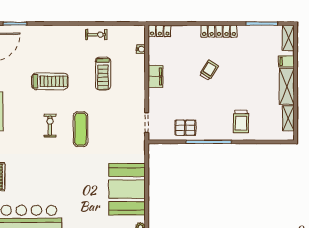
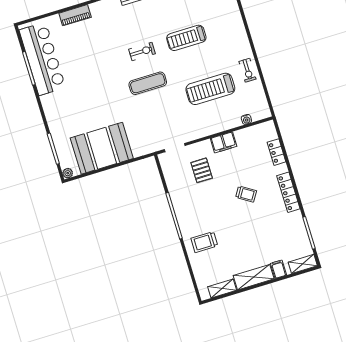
locker: (160, 31) -> (276, 152), moved
treadmill: (103, 74) -> (210, 89), width x1.37, depth x1.38
treadmill: (50, 81) -> (186, 38), turned 90
pallet: (185, 128) -> (202, 170), moved

